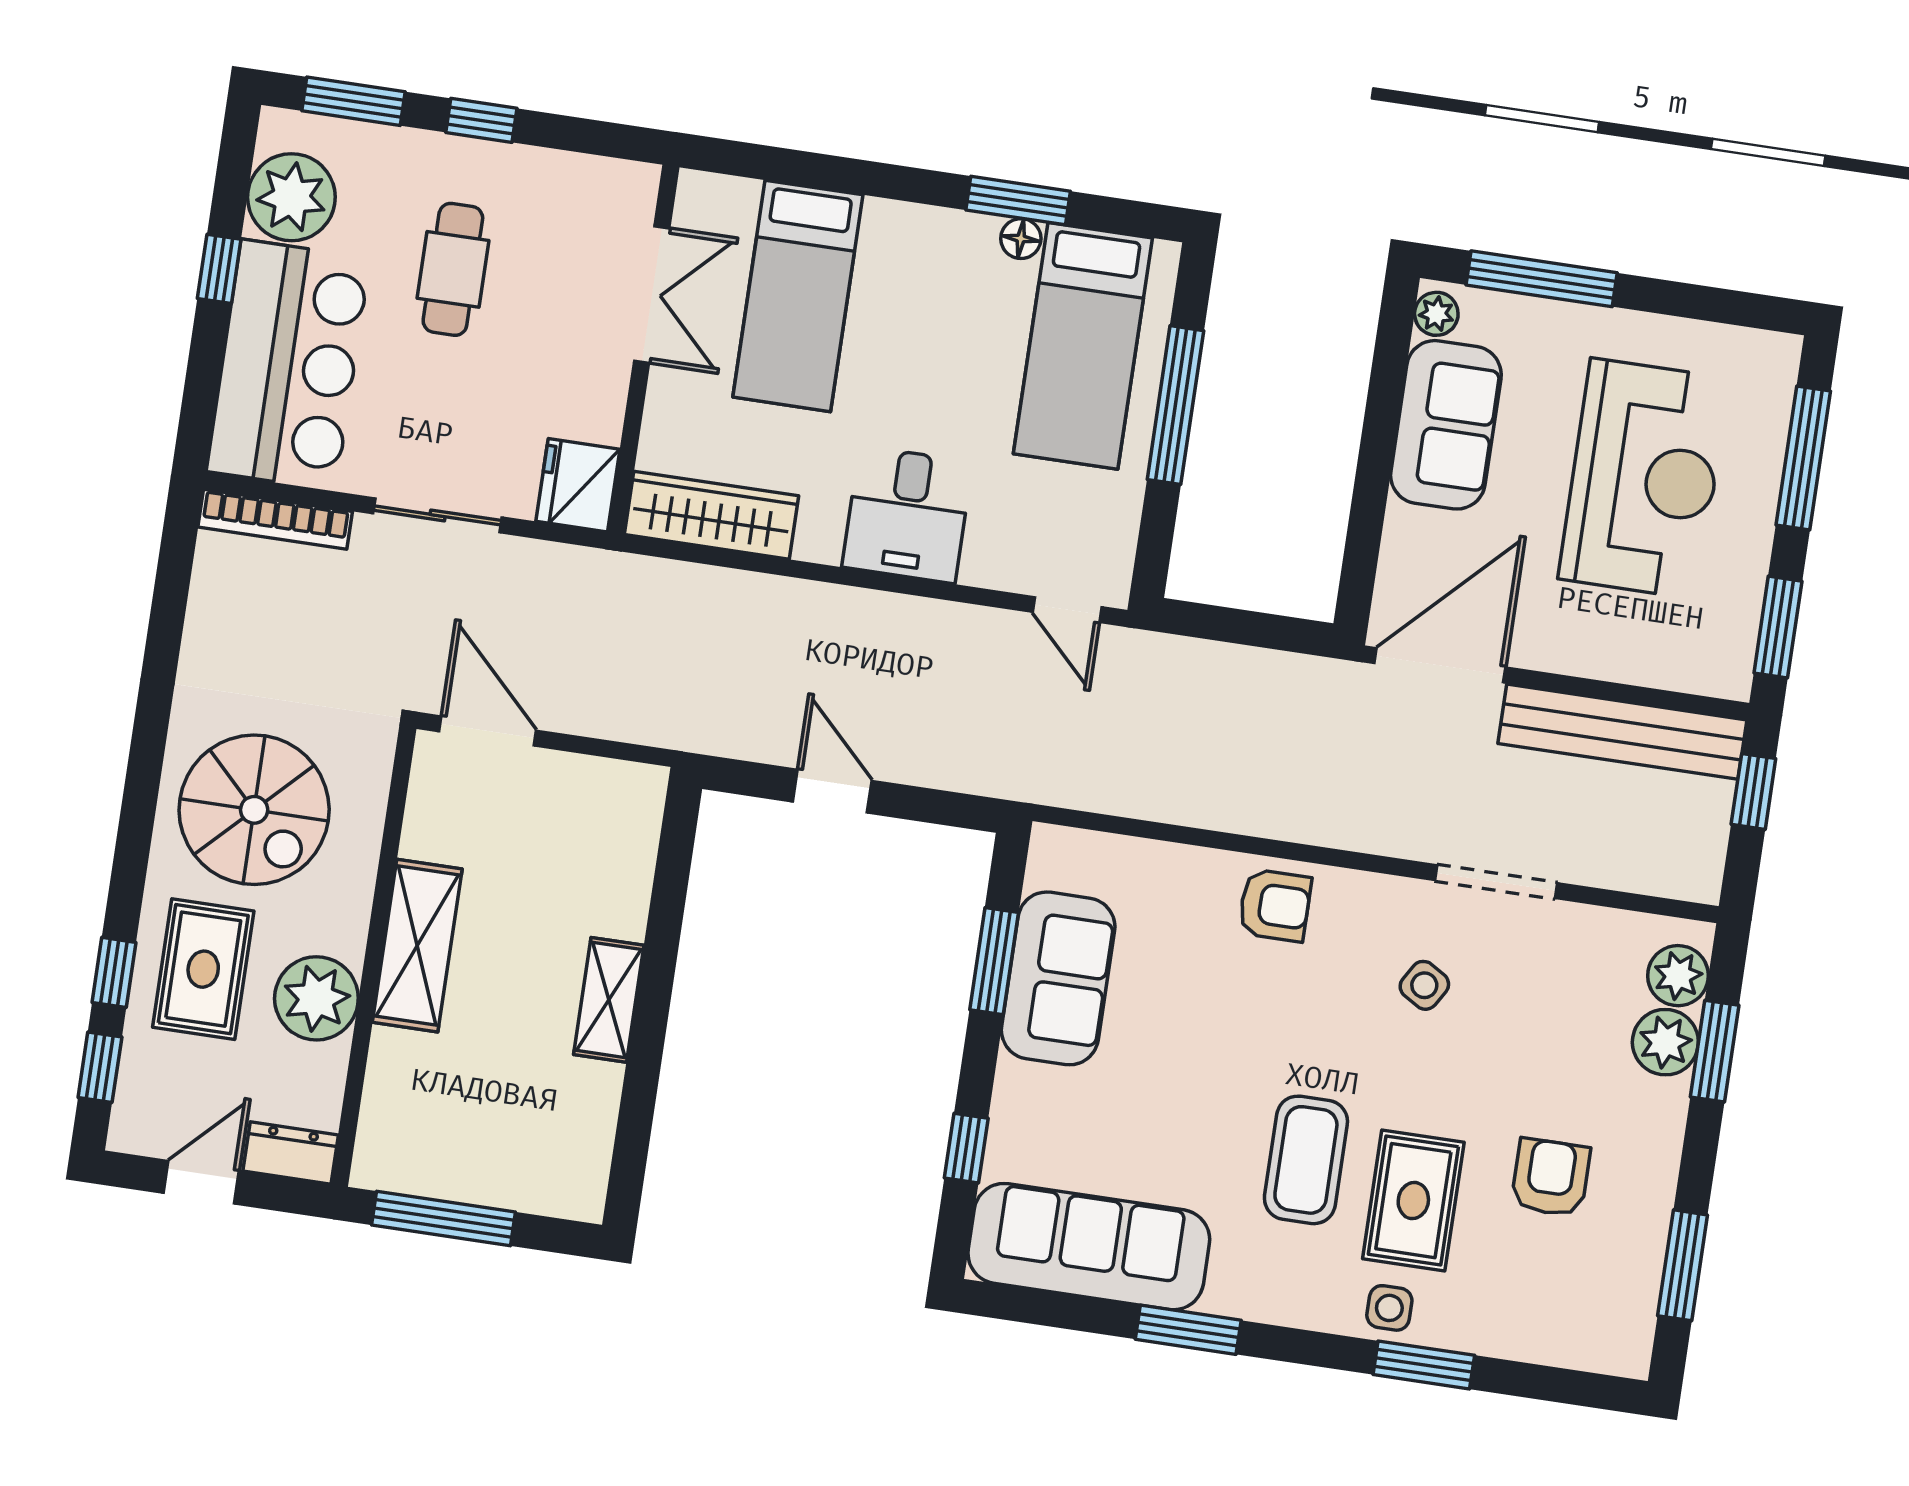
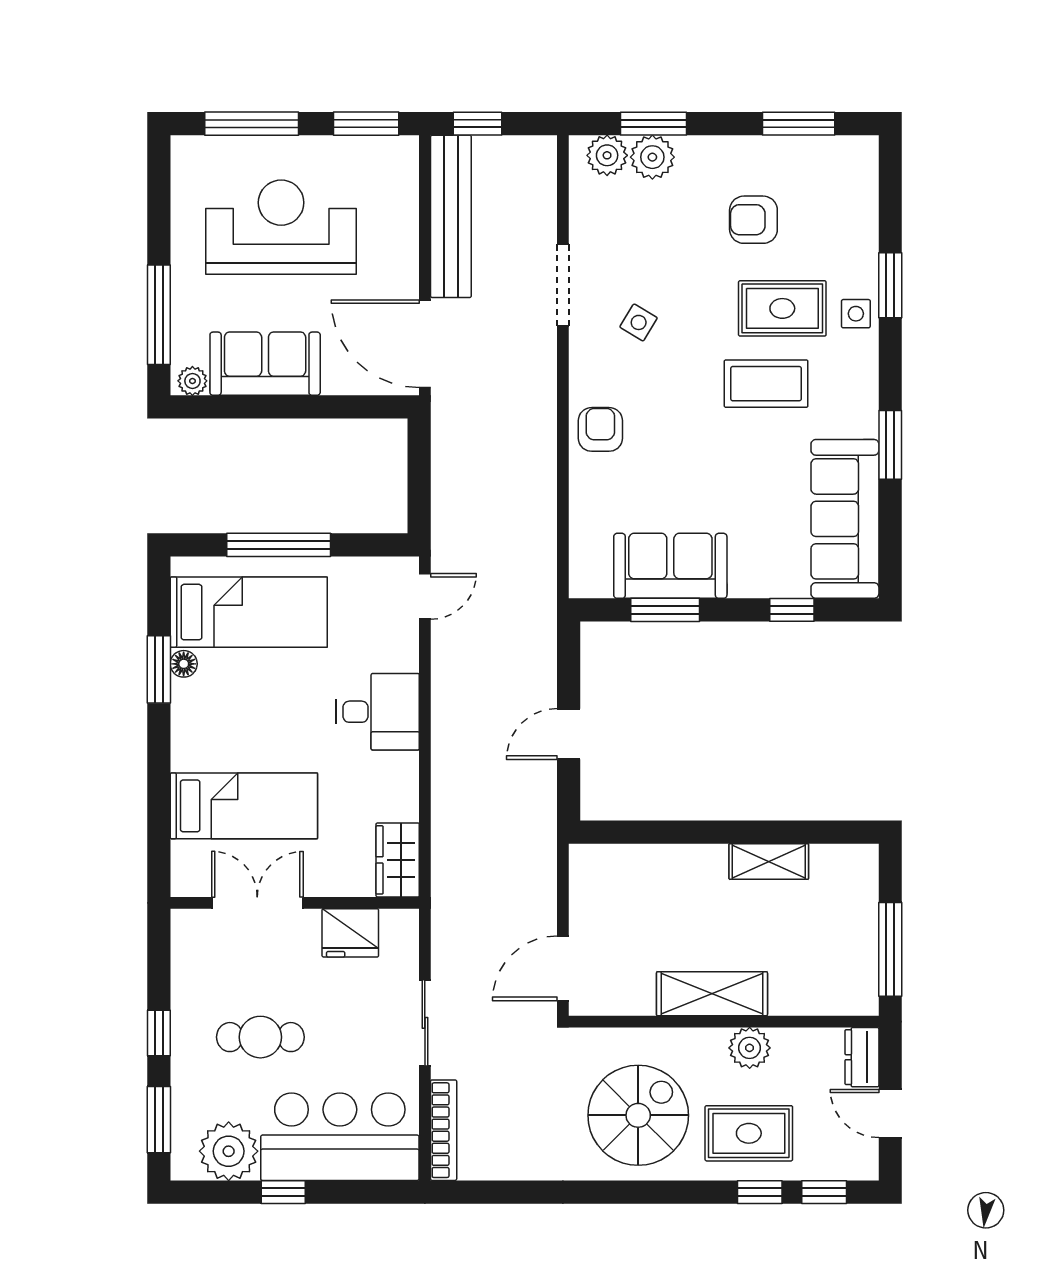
fridge: (578, 485) -> (350, 933), moved
wardrobe: (712, 515) -> (398, 860), width x0.67
plant: (316, 998) -> (750, 1048), width x0.73, depth x0.73
shelving: (609, 1000) -> (769, 861), moved

